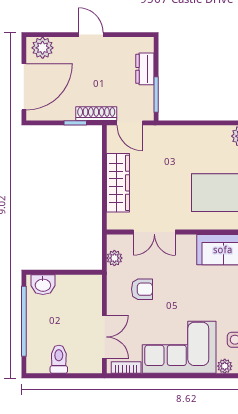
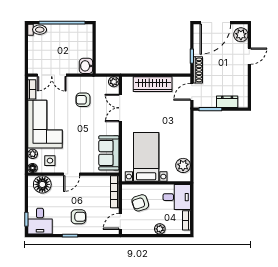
door: (91, 35) -> (249, 56), moved
door: (24, 87) -> (215, 23), hinge flipped
plant: (114, 258) -> (114, 82), moved
washbasin: (43, 285) -> (86, 66), moved
armchair: (142, 289) -> (83, 100), turned 90
toilet: (59, 359) -> (37, 30), moved

